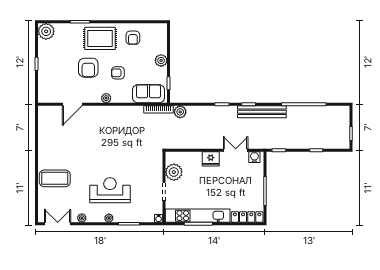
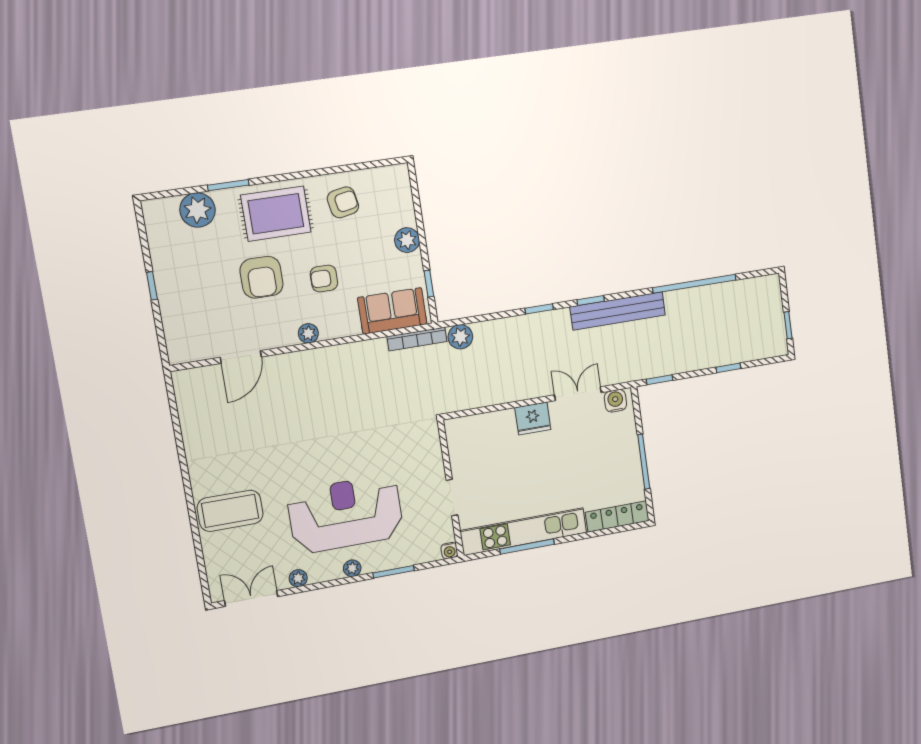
plant: (46, 31) -> (197, 210), moved
armchair: (133, 38) -> (343, 202), turned -101
plant: (174, 172) -> (465, 456), removed
reception desk: (110, 190) -> (346, 514), width x1.36, depth x1.30

